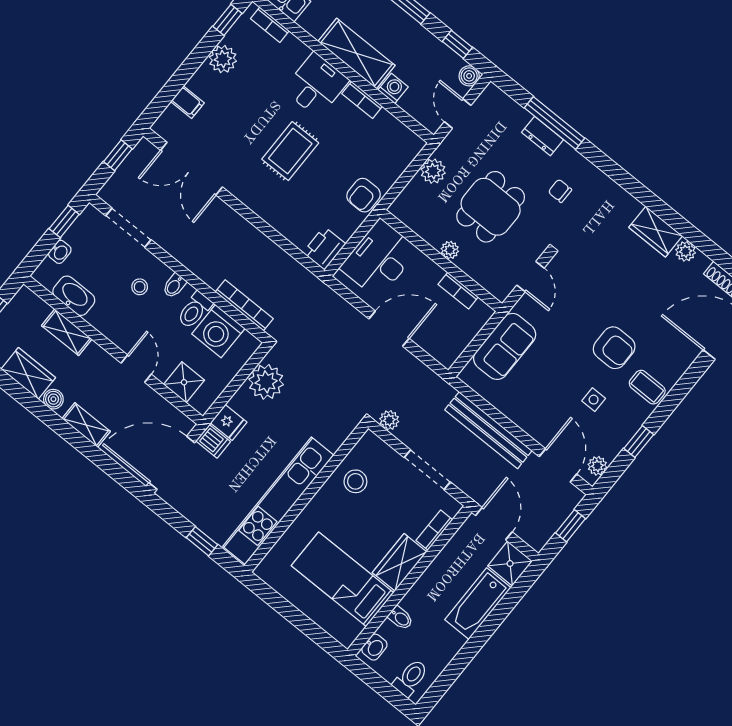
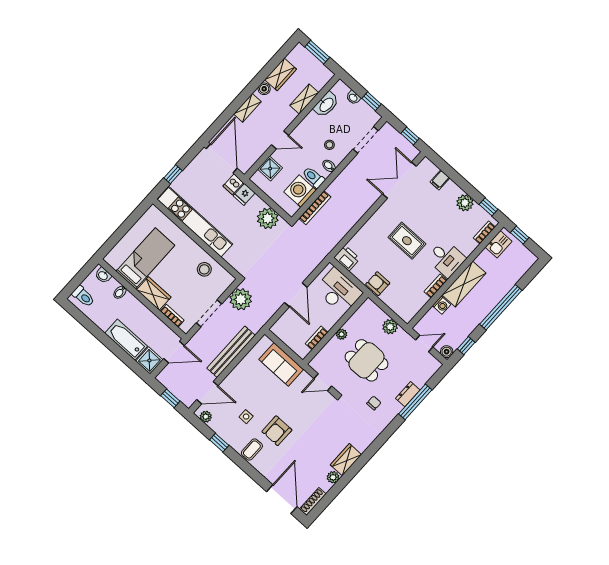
plant: (389, 420) -> (241, 299), width x1.87, depth x1.87

